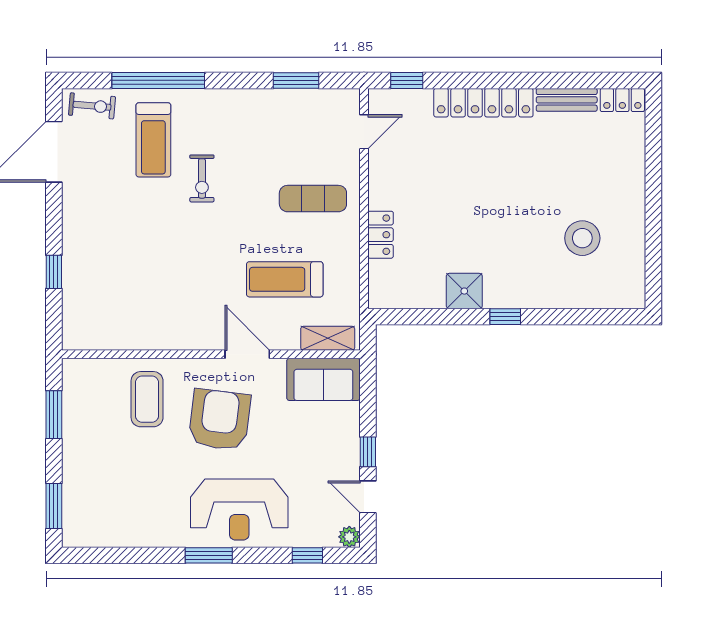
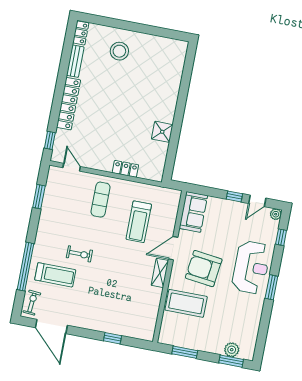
stool: (582, 238) -> (119, 51), moved
window: (505, 317) -> (179, 114), removed
shelving: (328, 338) -> (160, 273), moved
coffee table: (147, 399) -> (186, 303), width x1.36, depth x1.32
plant: (76, 503) -> (232, 350), added

